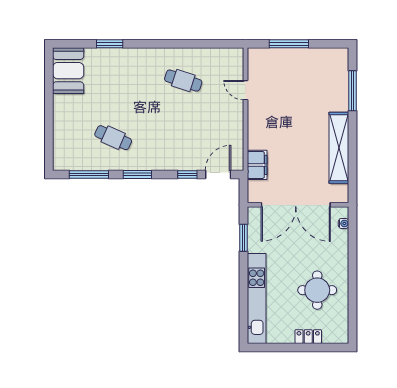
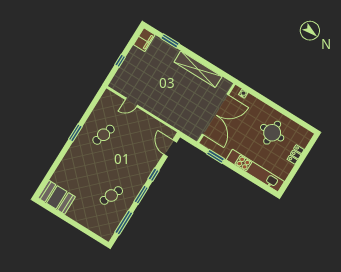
window: (110, 44) -> (75, 133), moved
window: (289, 44) -> (120, 61), width x0.46
window: (352, 91) -> (170, 41), width x0.69
filing cabinet: (257, 165) -> (144, 40), moved, turned 90
window: (187, 174) -> (154, 175), moved

